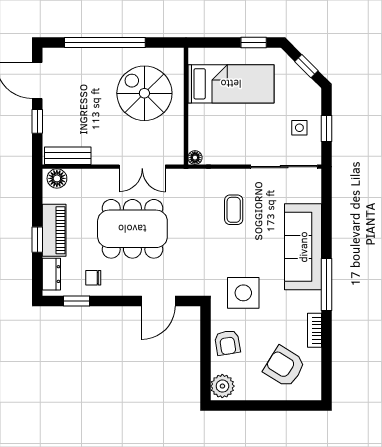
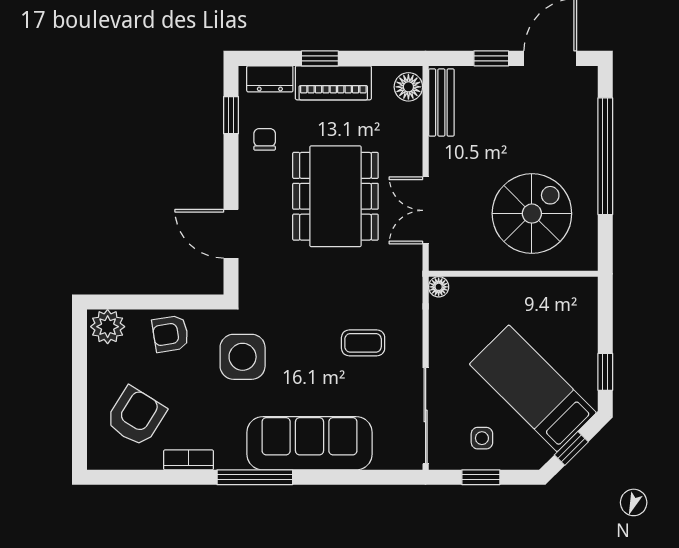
bed: (231, 84) -> (533, 388), moved, turned 135

